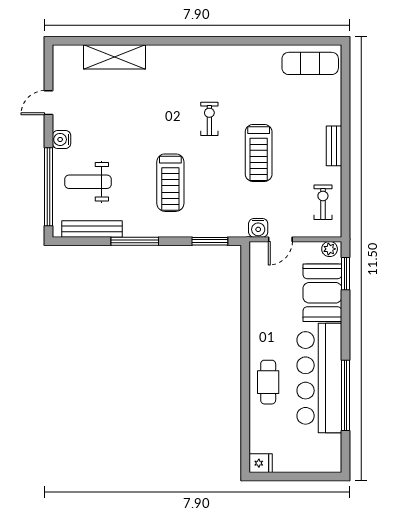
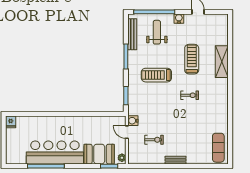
shelving: (115, 57) -> (222, 62), moved
treadmill: (259, 153) -> (192, 59), moved, turned 90
exercise bike: (323, 202) -> (154, 140), moved
cafe table: (268, 382) -> (53, 126), removed

